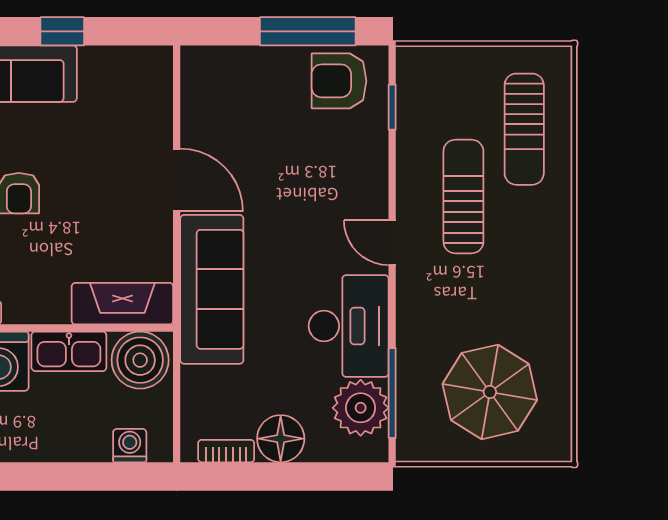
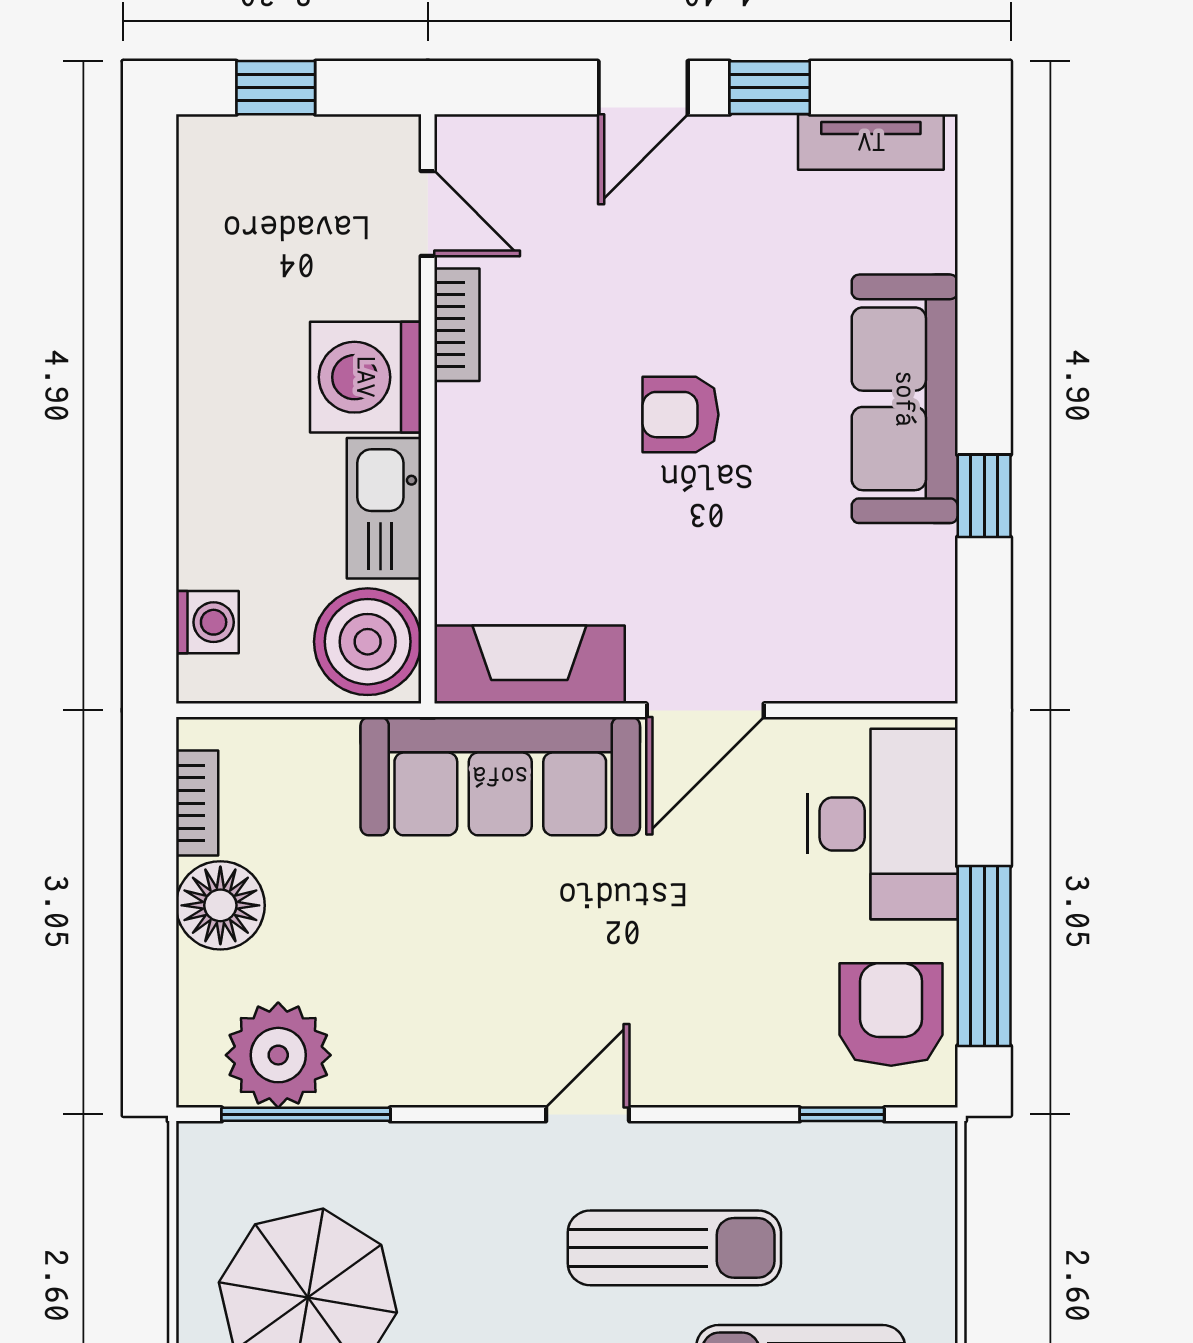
fireplace: (122, 304) -> (529, 665), moved, turned -90
desk: (349, 326) -> (883, 824), moved, turned -90

